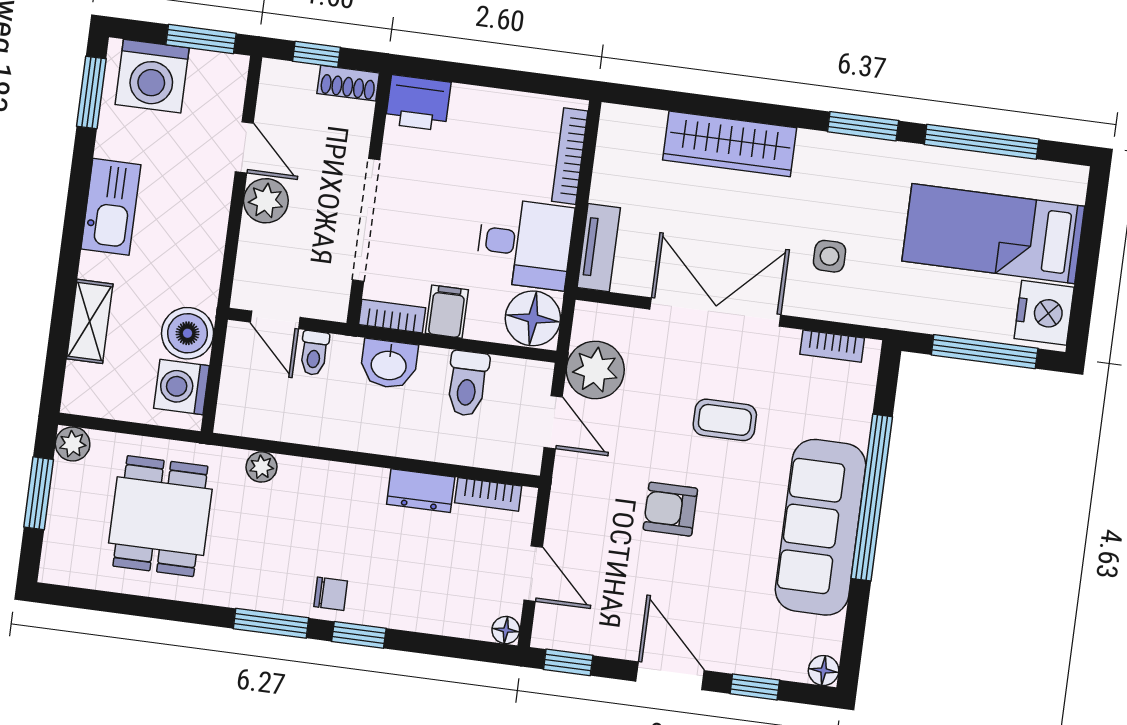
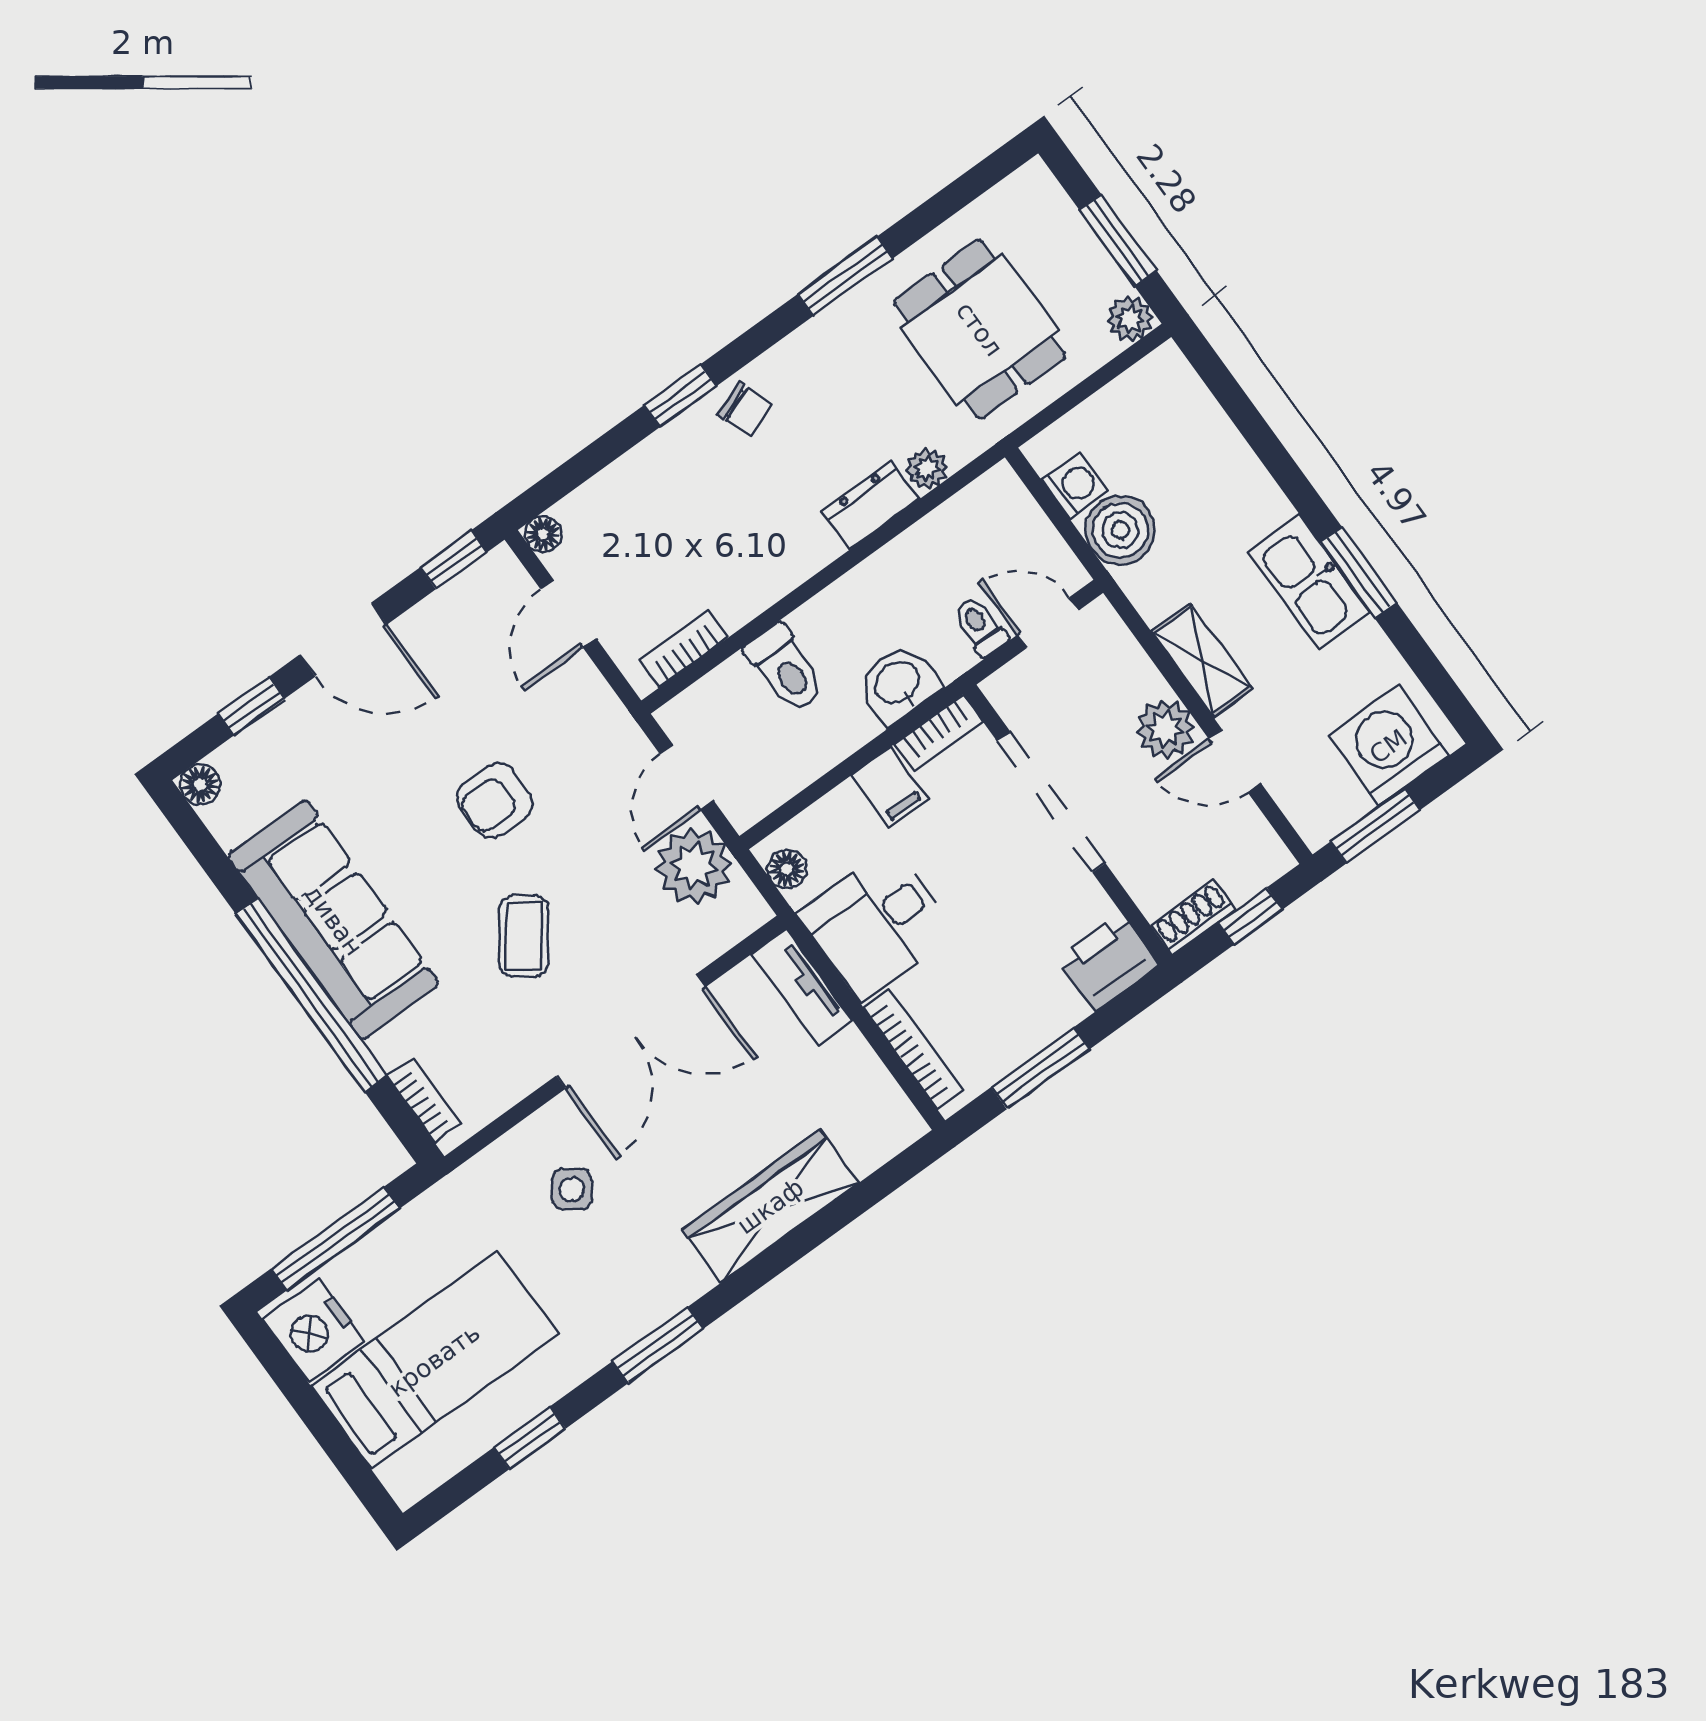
window: (510, 80) -> (1040, 1068), added
window: (91, 92) -> (1359, 573), moved
window: (982, 142) -> (530, 1438), width x0.46
side table: (830, 256) -> (572, 1189), turned 35
floor lamp: (533, 318) -> (787, 869), width x0.53, depth x0.53
shelving: (90, 321) -> (1202, 660), moved
bookcase: (832, 346) -> (424, 1100), moved, turned 90
toilet: (467, 384) -> (785, 668), moved, turned 180
washing machine: (182, 387) -> (1075, 486), width x0.73, depth x0.73
coffee table: (725, 420) -> (524, 936), turned -54
door: (553, 422) -> (687, 777), hinge flipped
dresser: (421, 491) -> (871, 505), moved
armchair: (670, 509) -> (495, 801), turned 180
door: (533, 574) -> (568, 613), hinge flipped
chair: (331, 594) -> (745, 409), turned -112
window: (271, 623) -> (845, 276), moved

